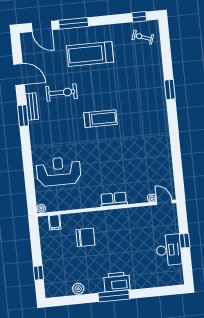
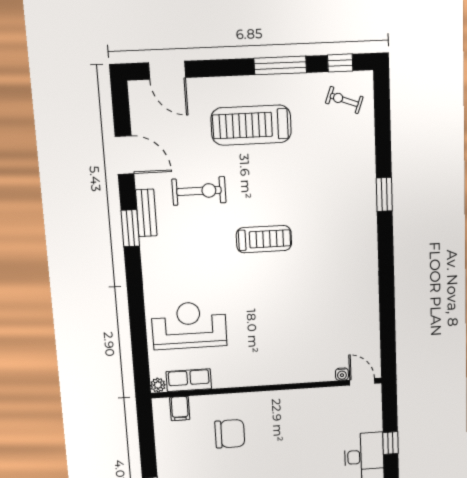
window: (74, 23) -> (280, 65), moved
row of seats: (114, 199) -> (189, 380), moved

